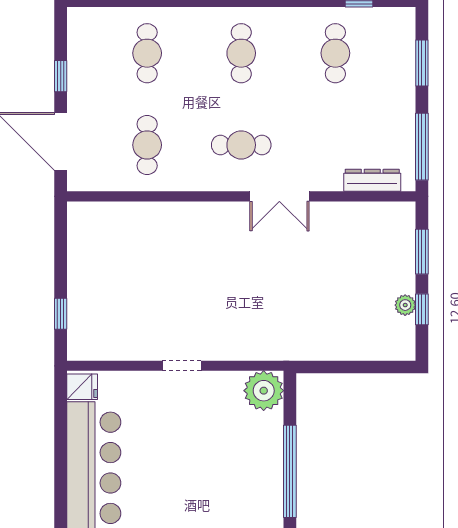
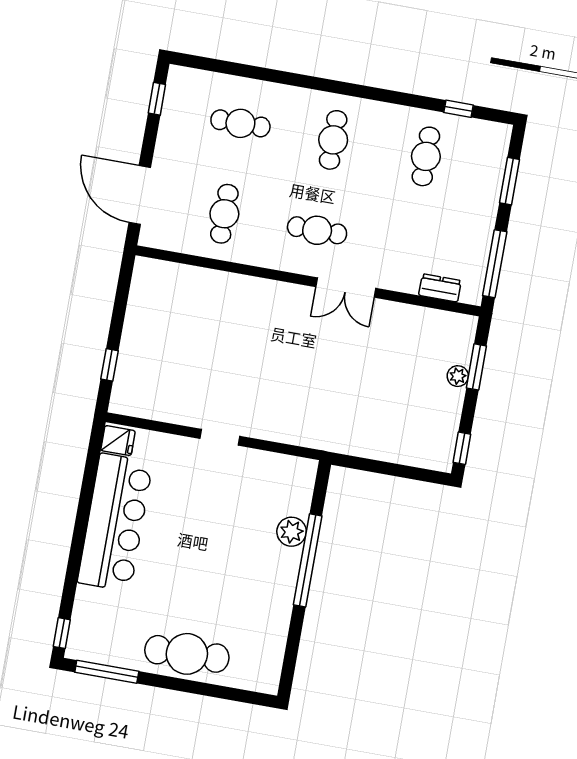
cafe table: (147, 53) -> (240, 123), turned 90
window: (61, 76) -> (157, 99), moved
dresser: (372, 180) -> (440, 288), width x0.70
plant: (405, 305) -> (458, 376), moved
window: (422, 309) -> (462, 448), moved
plant: (264, 391) -> (292, 532), moved, width x0.73, depth x0.73

